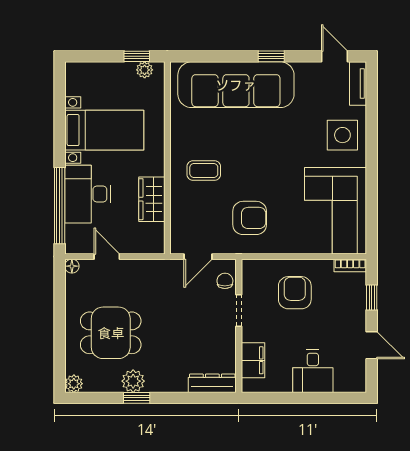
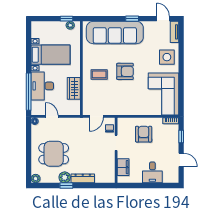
armchair: (250, 218) -> (125, 71), moved
dresser: (212, 383) -> (83, 178), moved

